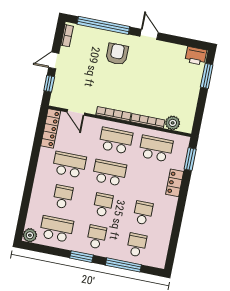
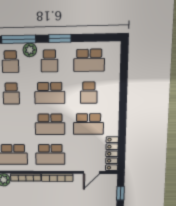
door: (76, 112) -> (91, 172), swing flipped
school desk: (103, 205) -> (50, 93), width x1.85
plant: (30, 235) -> (30, 50), moved

